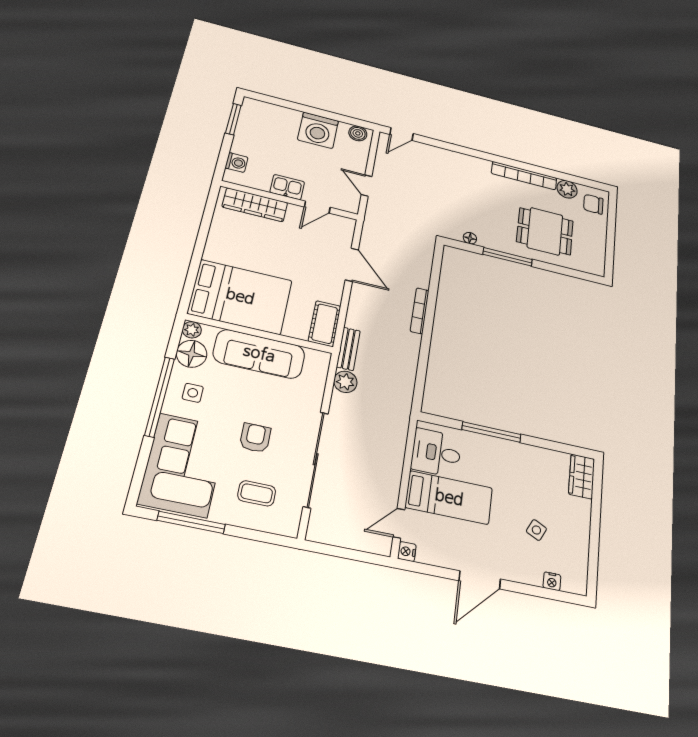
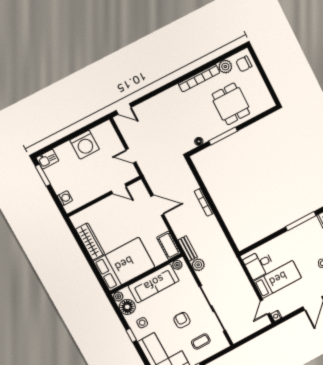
boiler: (358, 133) -> (104, 129), removed
door: (402, 134) -> (124, 109), hinge flipped
kitchen sink: (287, 187) -> (47, 159), moved, turned 180
wardrobe: (255, 205) -> (90, 242), moved, turned -90
door: (317, 207) -> (119, 189), hinge flipped
dining table: (545, 231) -> (231, 104), turned 90
plant: (315, 358) -> (177, 265), added
window: (160, 397) -> (131, 335), width x0.32
window: (491, 432) -> (301, 221), moved

